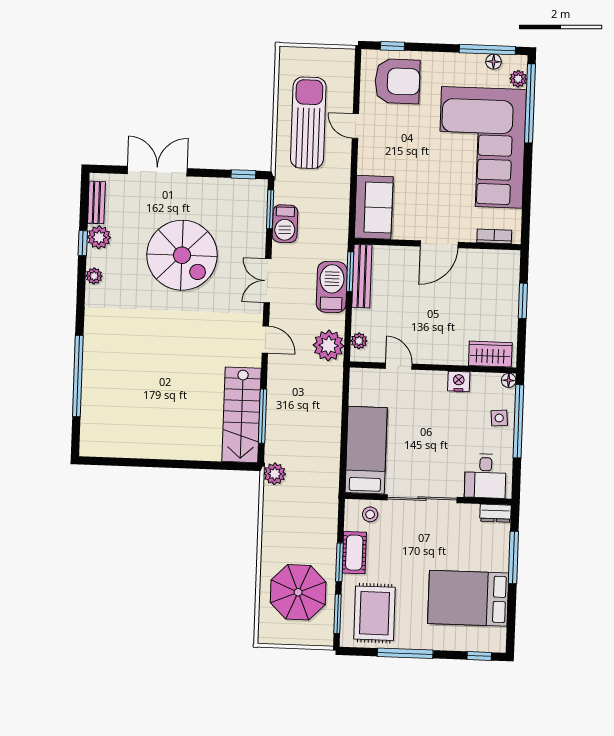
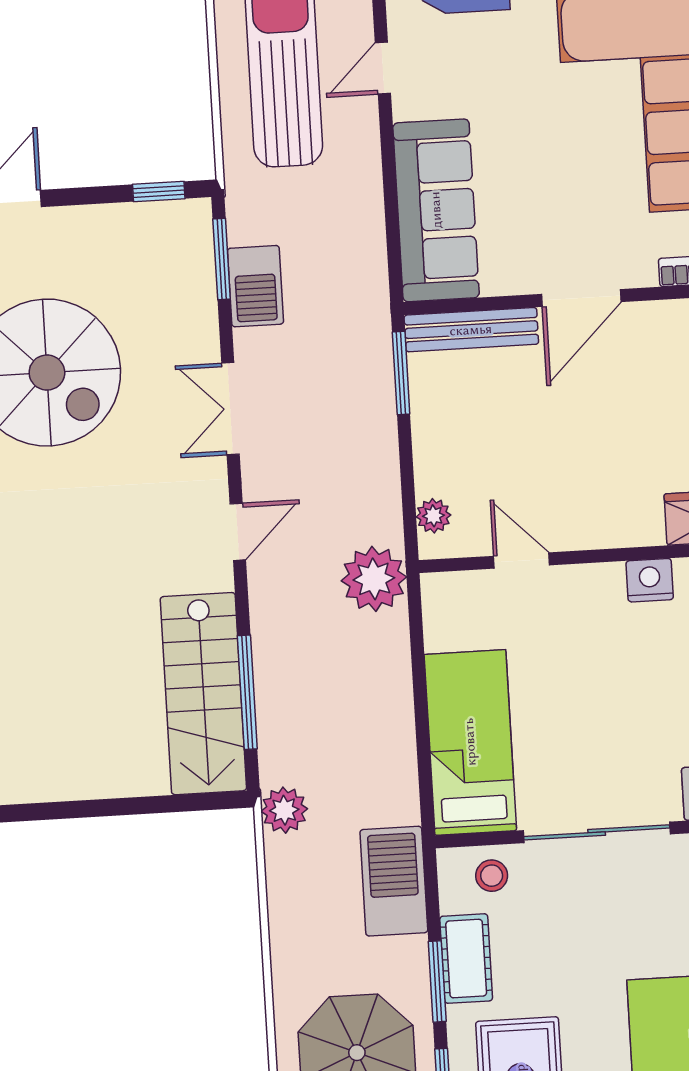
door: (355, 126) -> (383, 68), hinge flipped
sofa: (374, 207) -> (436, 210), width x1.36
bench: (362, 276) -> (471, 330), moved, turned 90
barbecue: (332, 287) -> (394, 881), moved
door: (265, 340) -> (238, 532), hinge flipped
plant: (329, 345) -> (374, 579), moved

